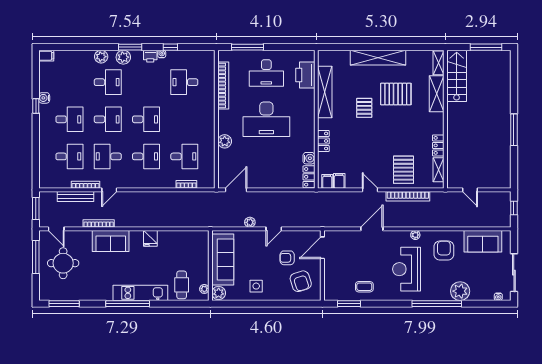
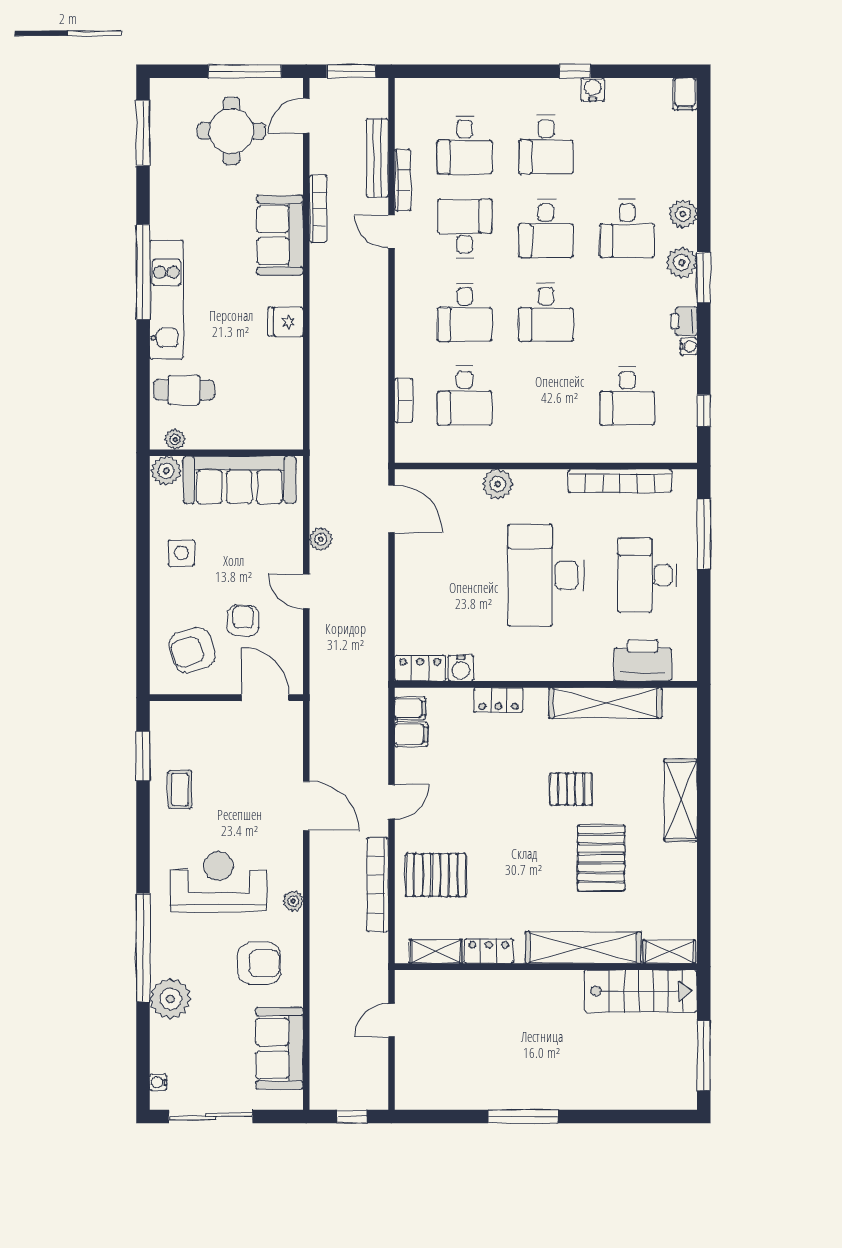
window: (170, 47) -> (704, 410), moved
shelving: (378, 58) -> (681, 800), width x0.68
desk: (184, 82) -> (627, 396), turned 180
shelving: (437, 94) -> (583, 948), width x1.47

